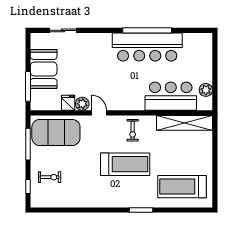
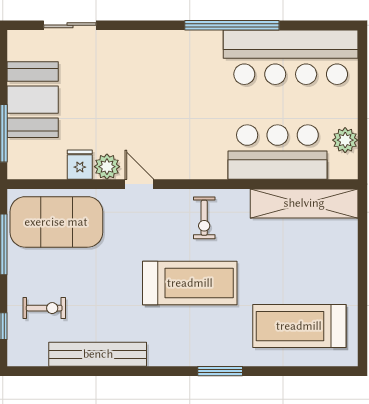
bar counter: (147, 47) -> (291, 57), moved
bench: (77, 201) -> (98, 354), added

